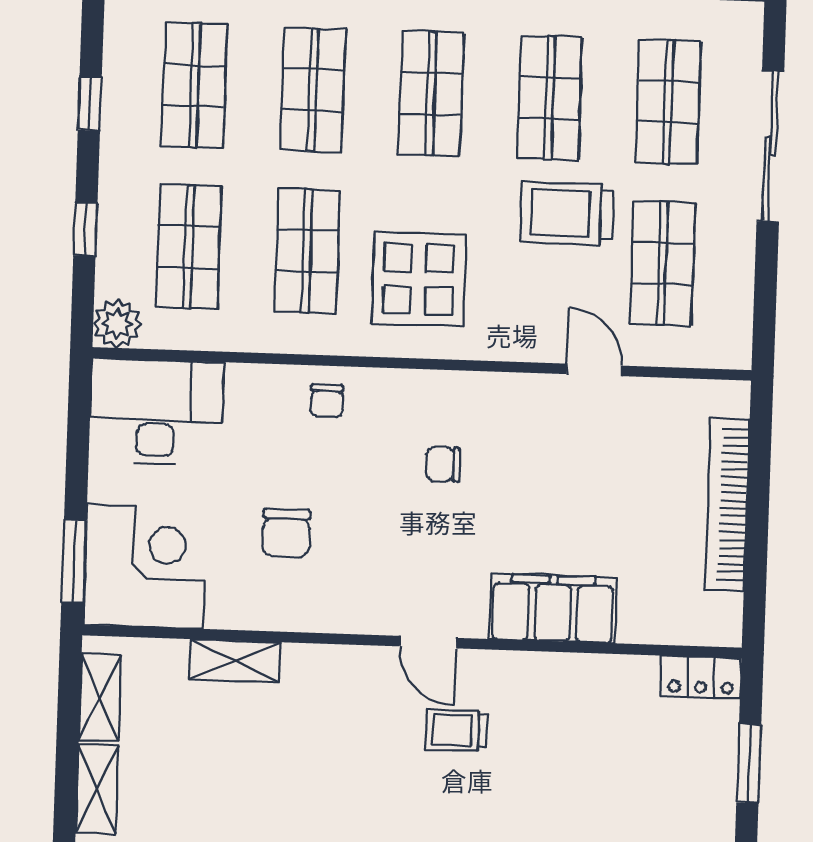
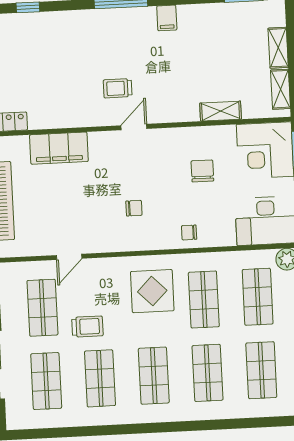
trolley: (567, 214) -> (87, 327), width x0.73, depth x0.72
door: (594, 370) -> (69, 257), hinge flipped
chair: (327, 401) -> (189, 232), turned -90
filing cabinet: (553, 608) -> (59, 148), moved
door: (428, 642) -> (134, 127), hinge flipped
trolley: (456, 730) -> (118, 88), turned 180

